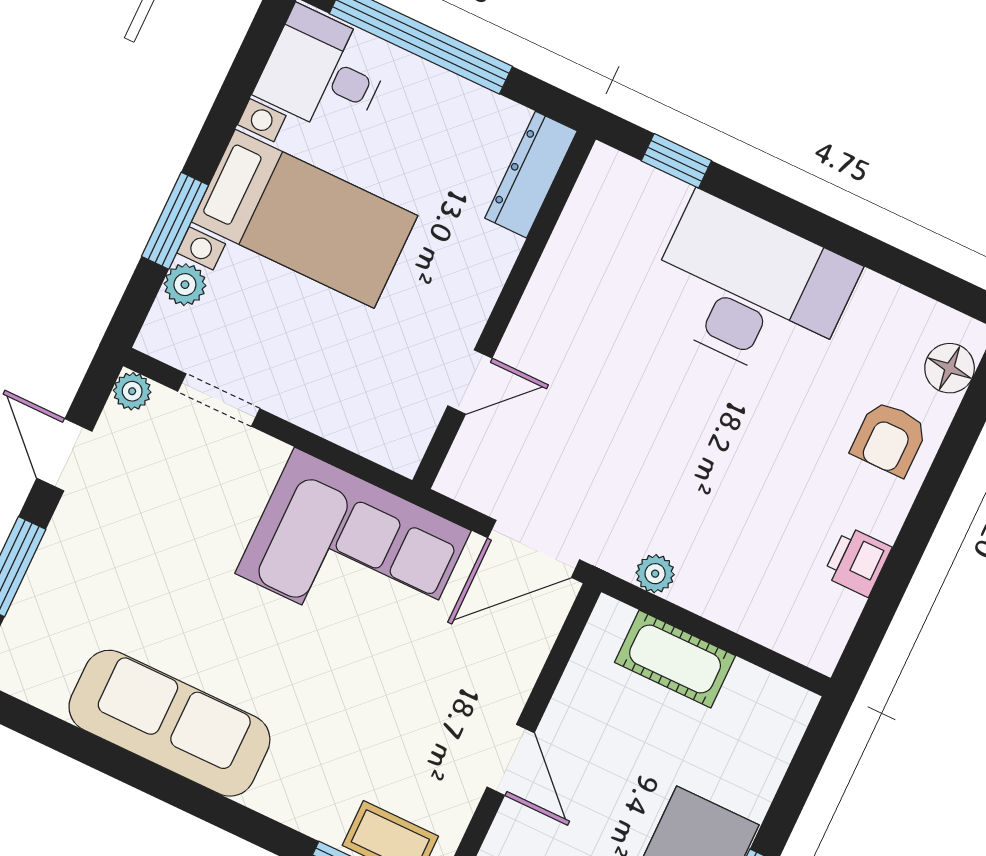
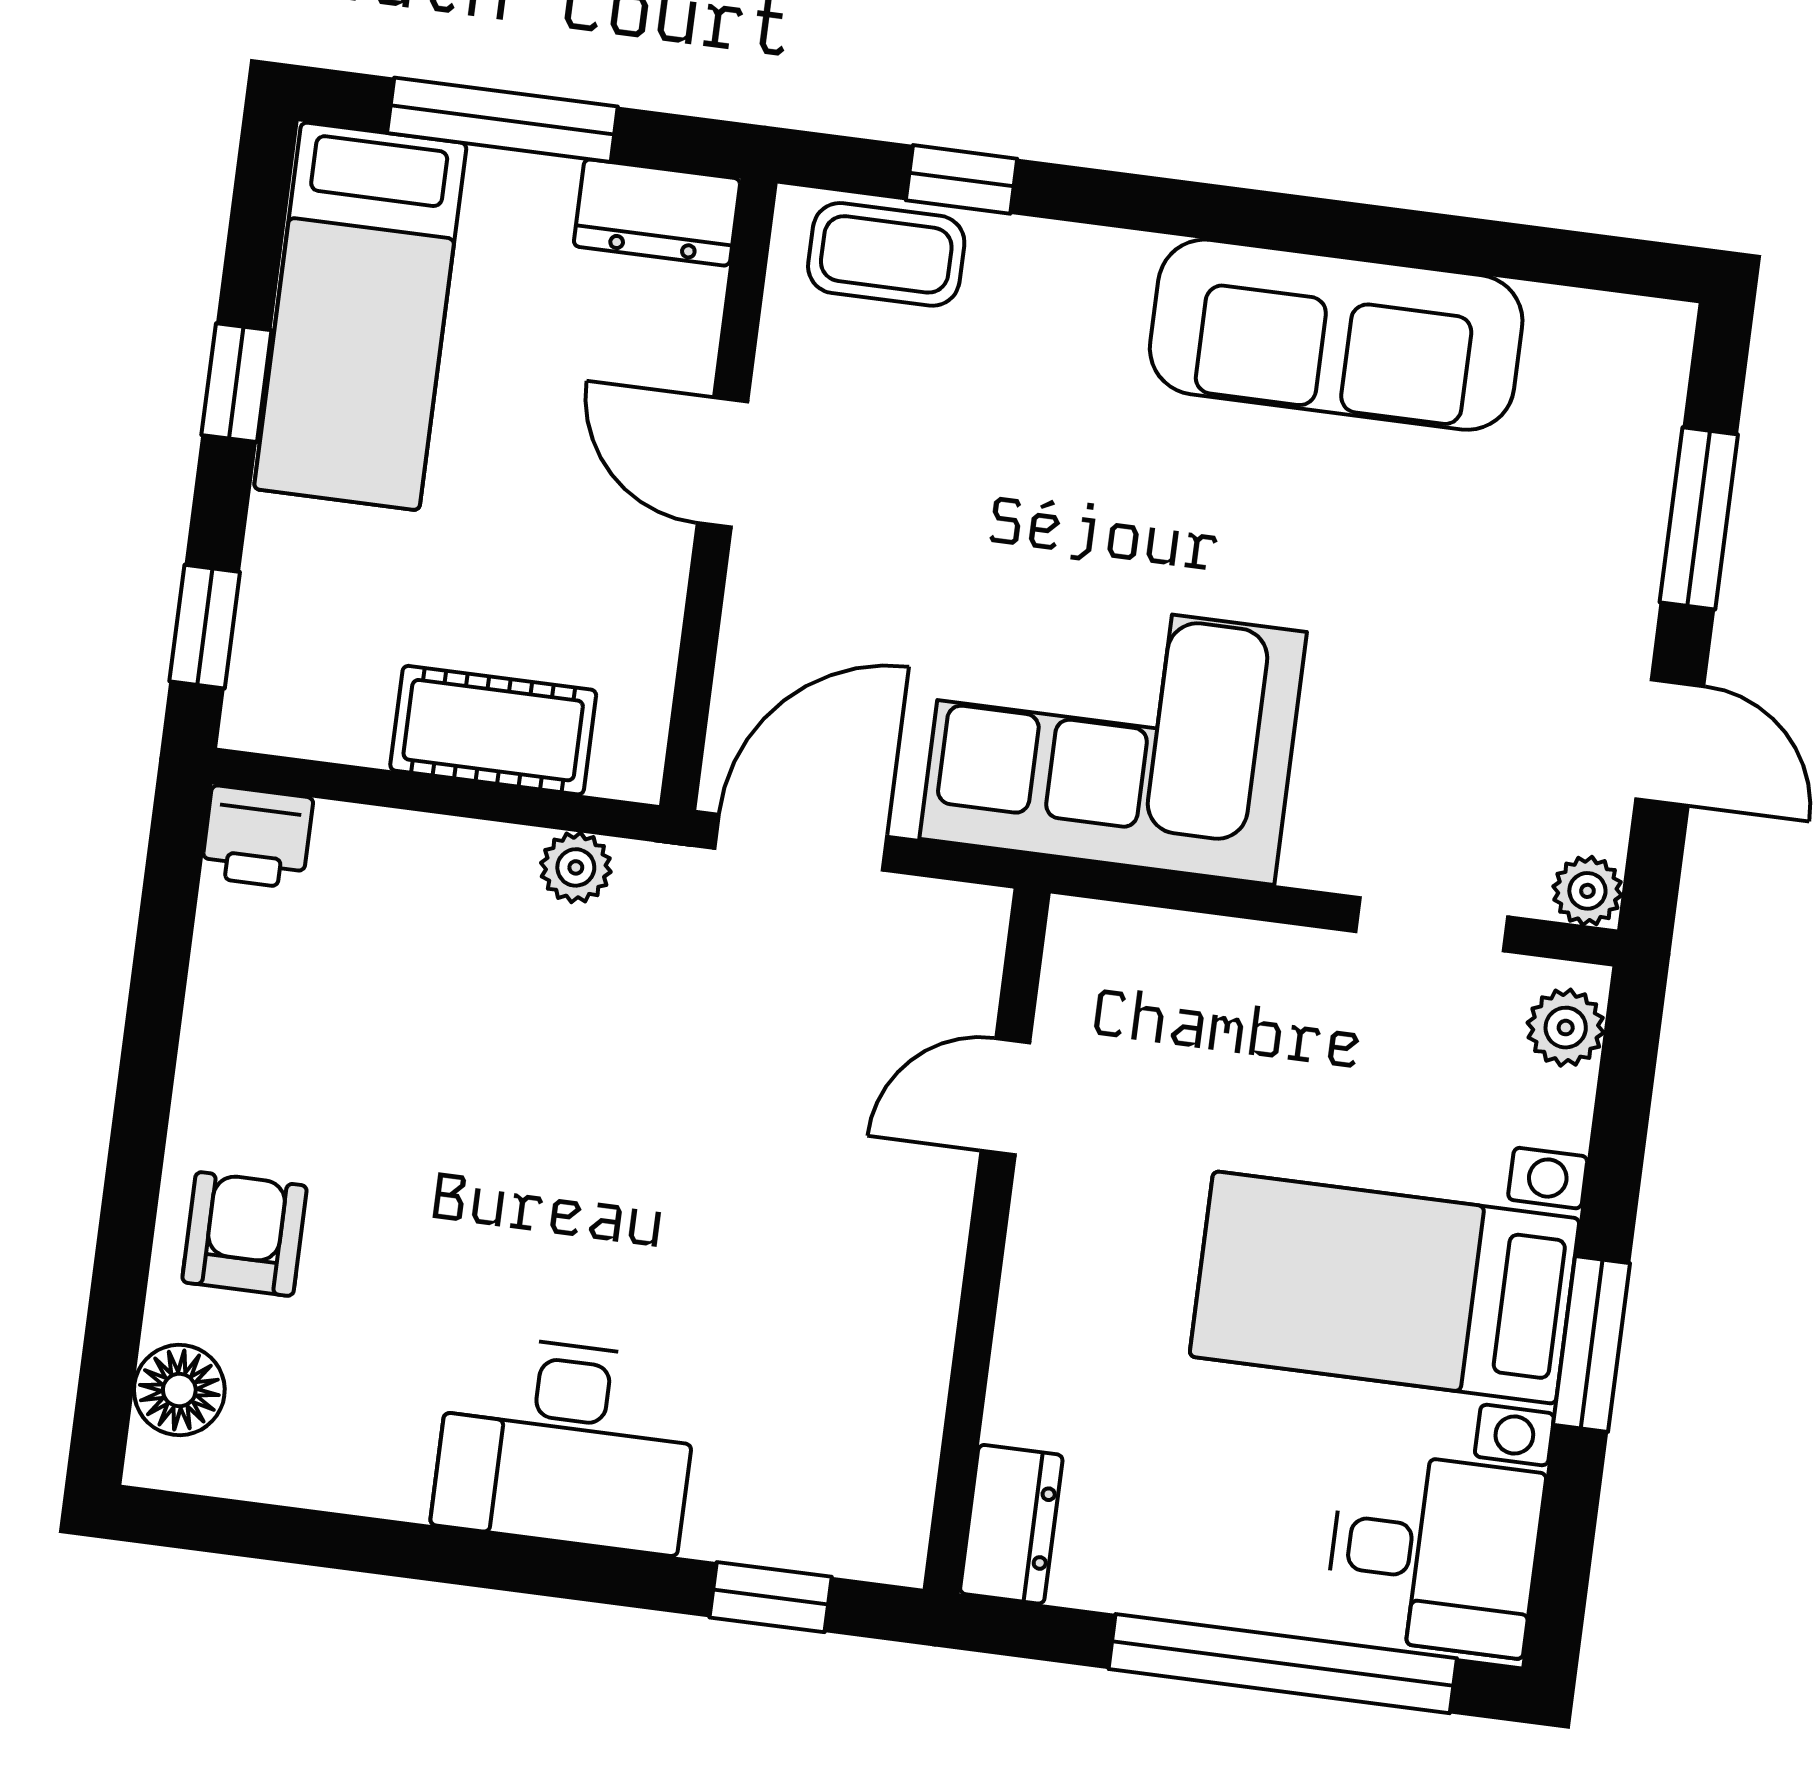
dresser: (531, 175) -> (1011, 1524), width x0.70
window: (175, 221) -> (1592, 1344), moved
plant: (185, 285) -> (1566, 1028), moved
desk: (750, 290) -> (566, 1444), width x0.73, depth x0.77
printer: (857, 562) -> (257, 837), moved, turned 90
window: (808, 761) -> (205, 627), added

